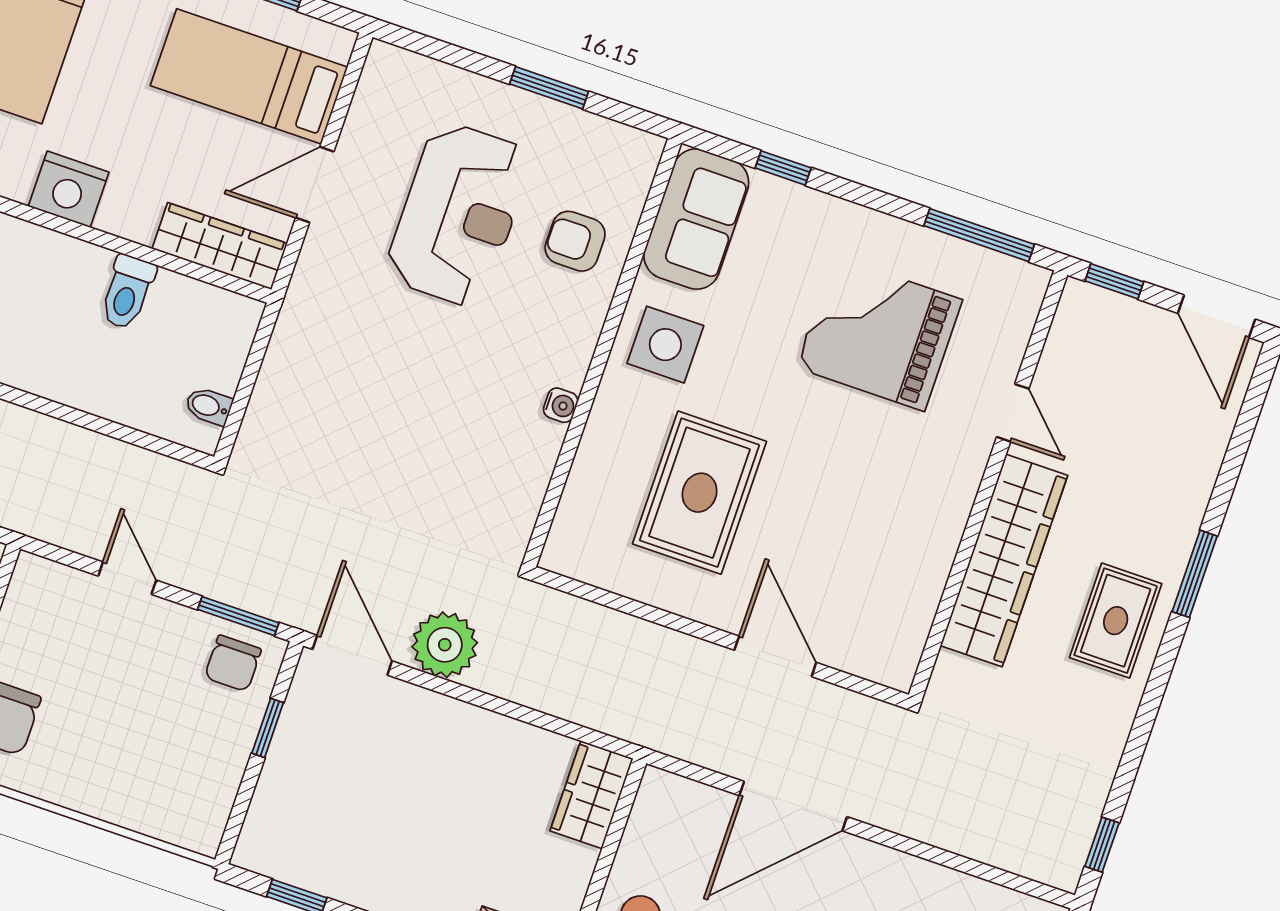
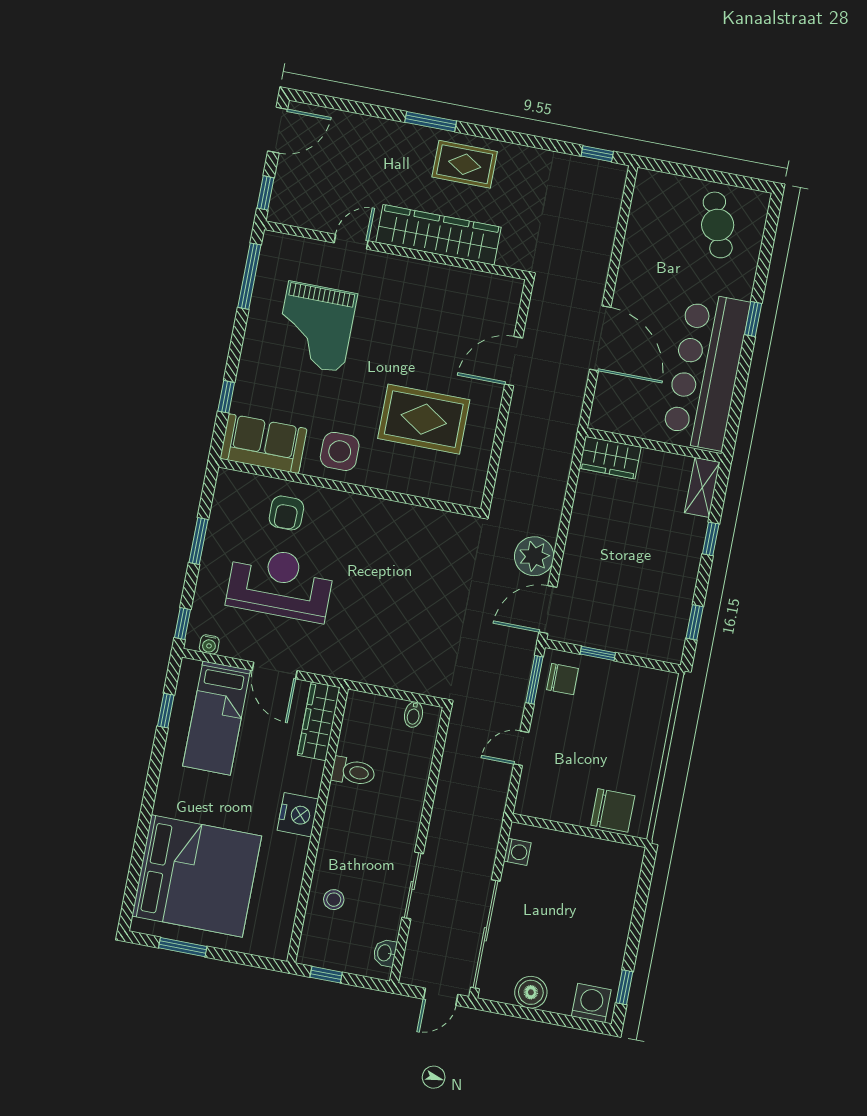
window: (415, 42) -> (183, 624), added
water cooler: (561, 405) -> (209, 644), moved, turned 180

